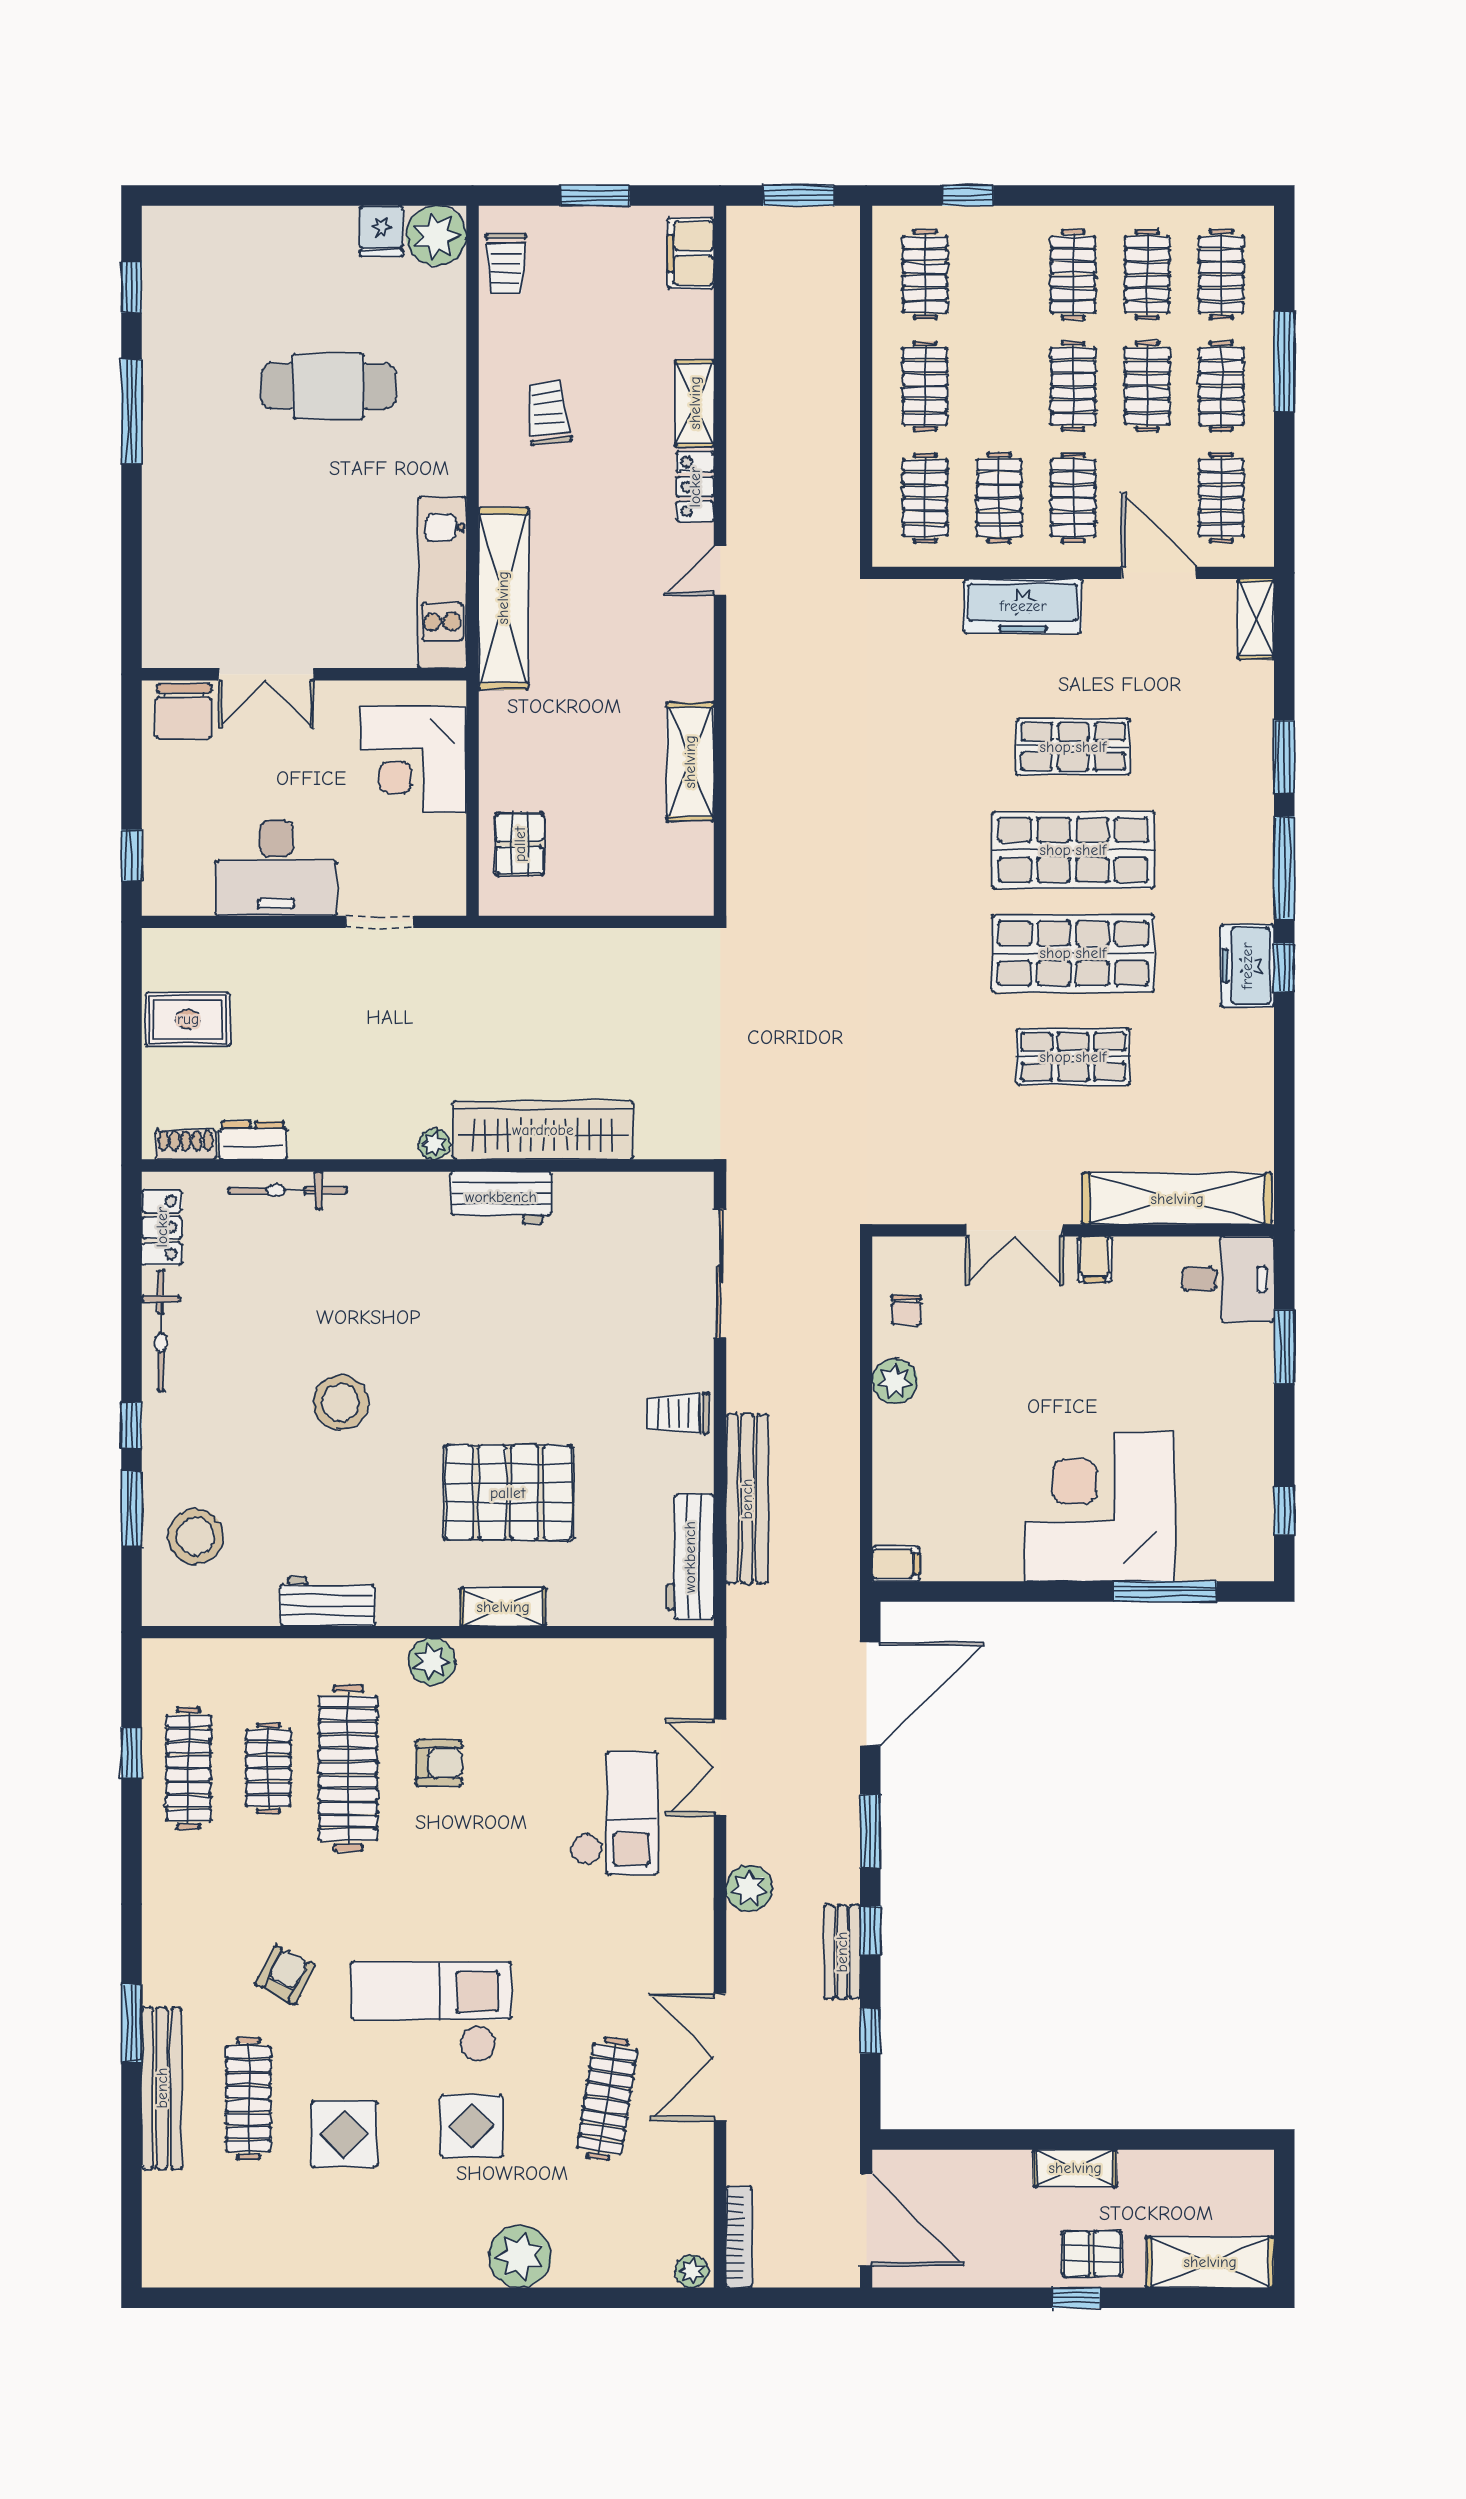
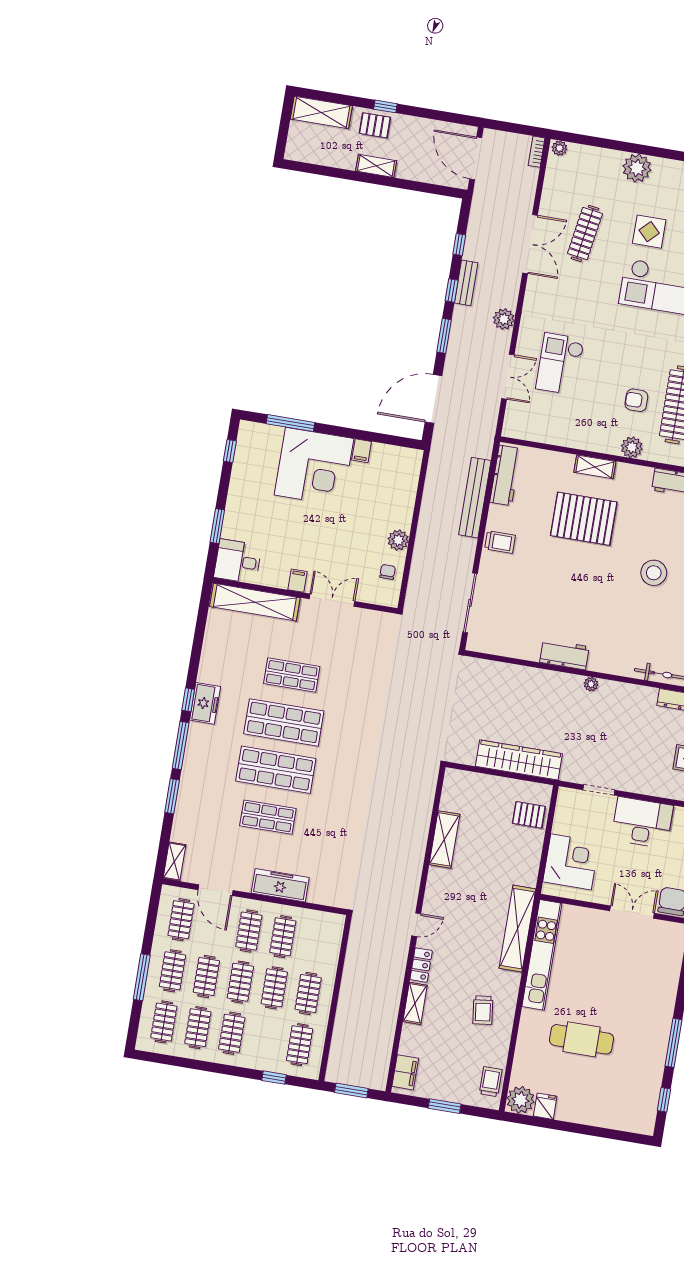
clothes rail: (925, 498) -> (274, 988), moved
kitchen unit: (442, 582) -> (542, 955), width x1.36
pallet: (520, 844) -> (529, 815), turned 90
wardrobe: (543, 1130) -> (519, 760), moved, turned 180
filing cabinet: (896, 1564) -> (362, 451), moved, turned -90
bookcase: (739, 2237) -> (537, 152), width x0.64

